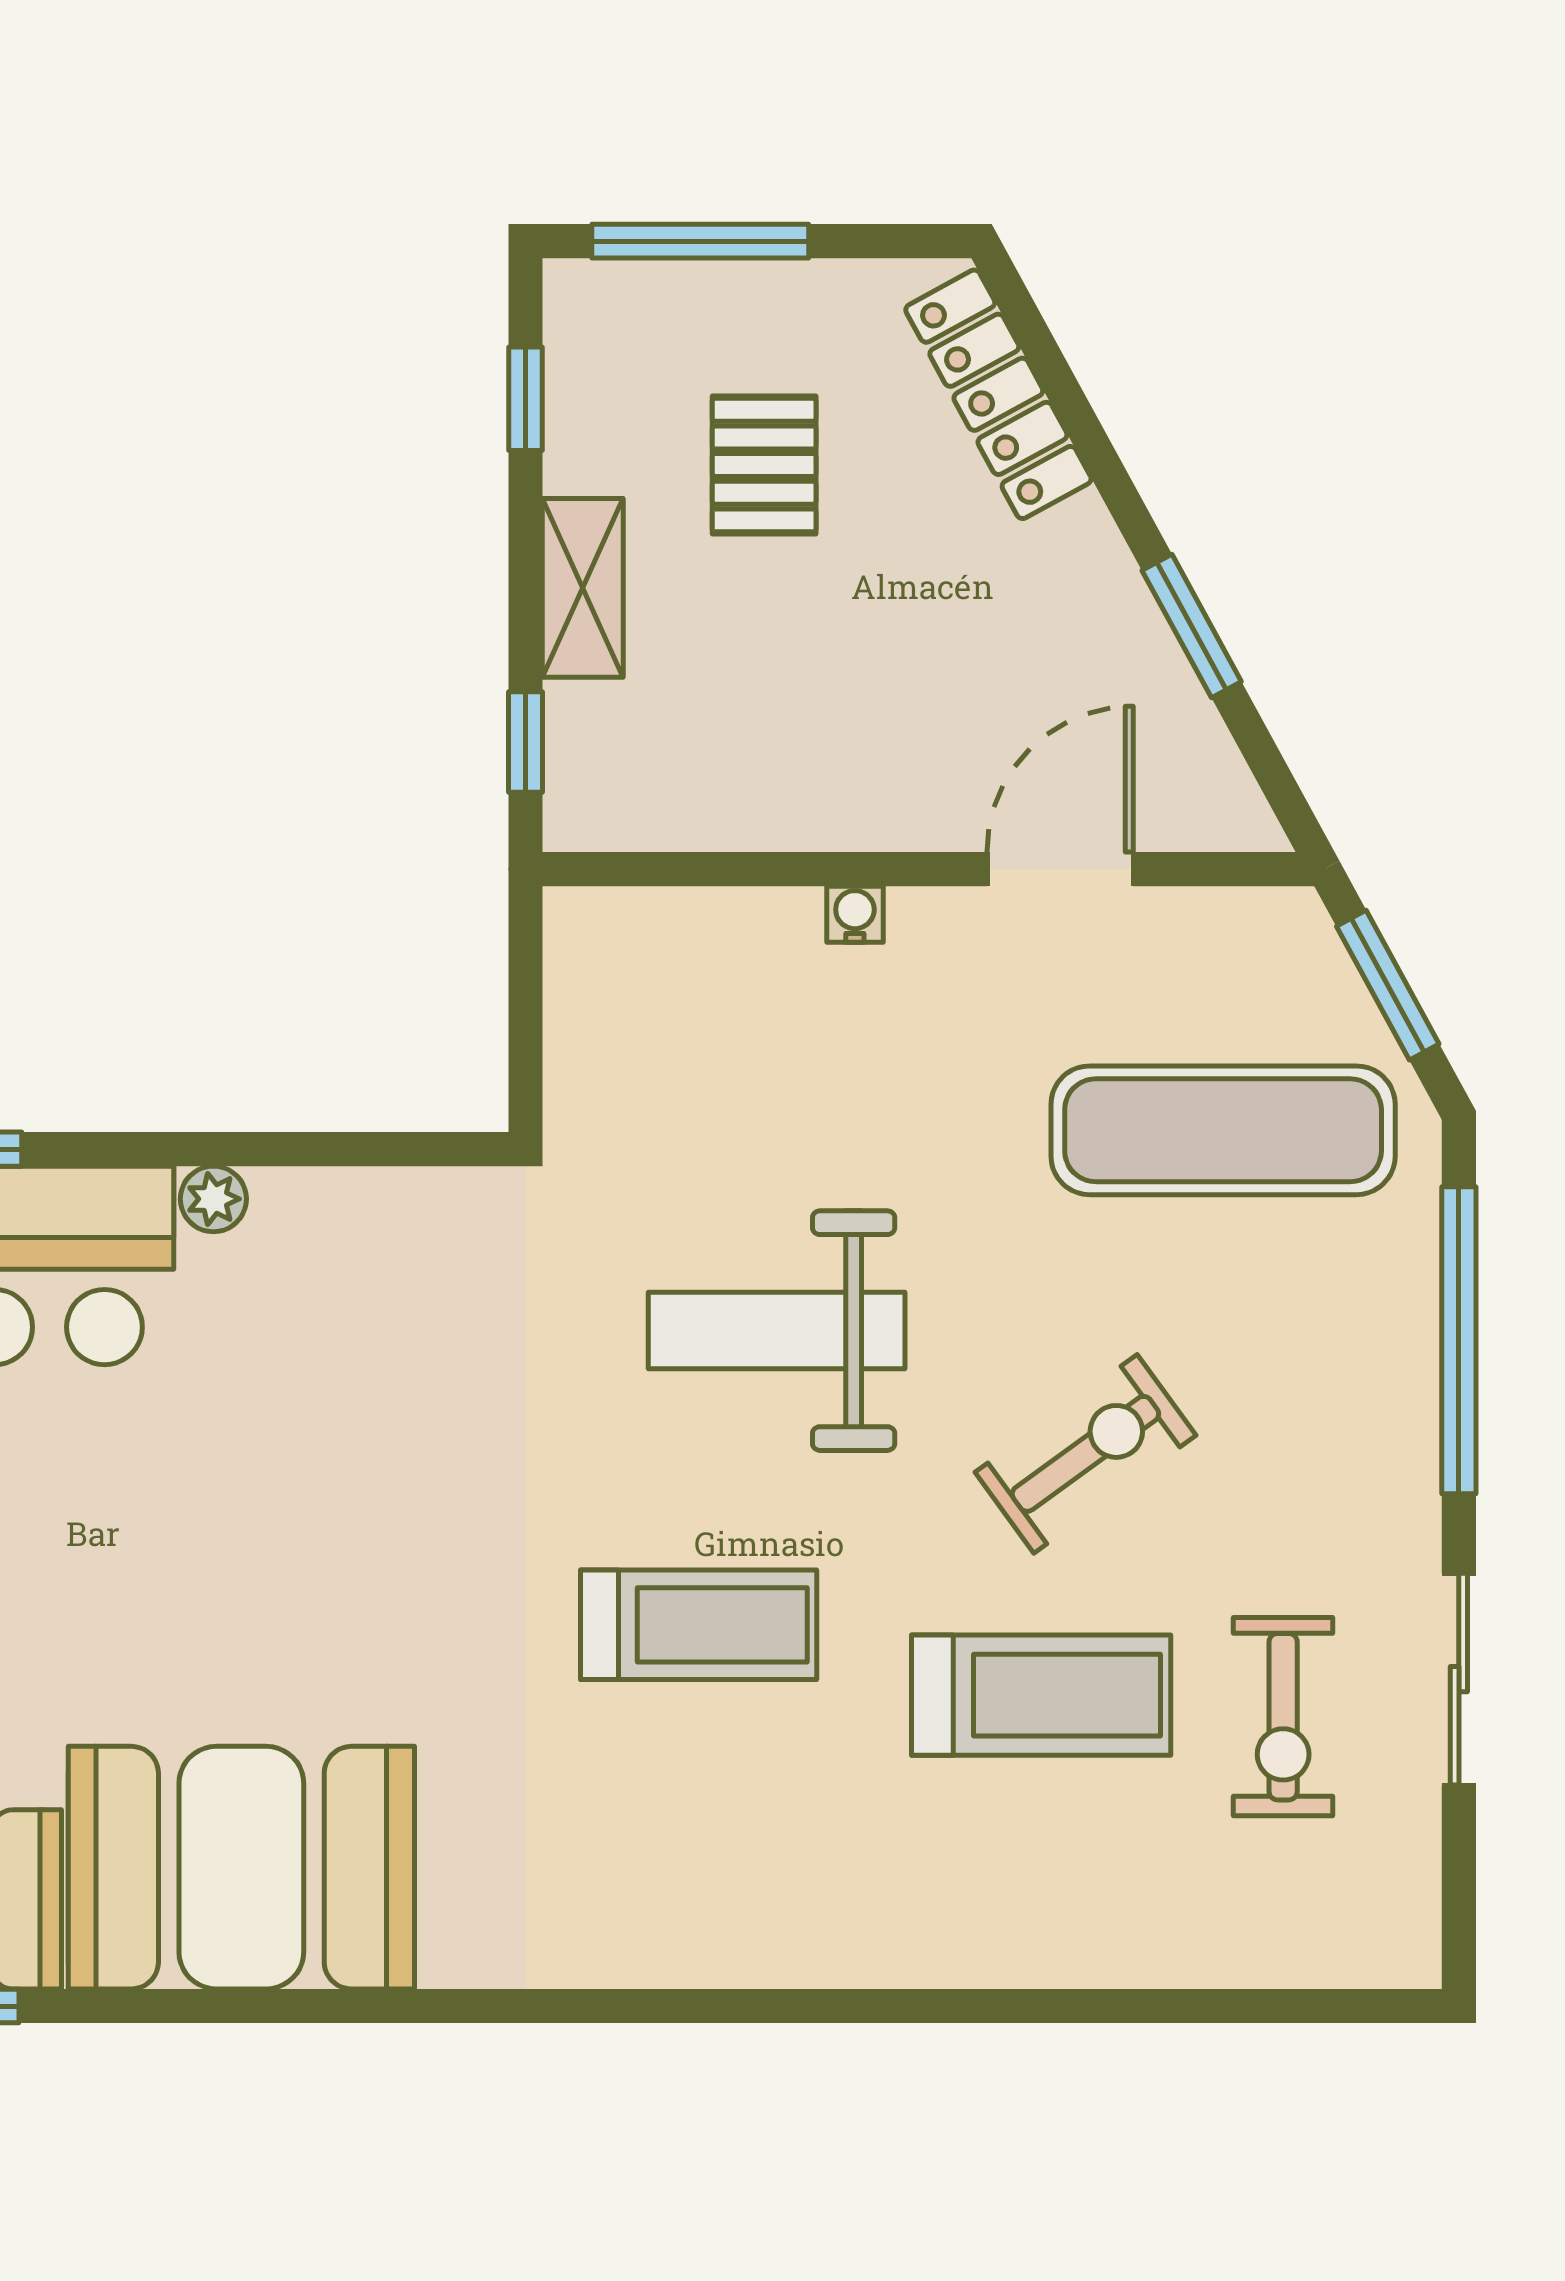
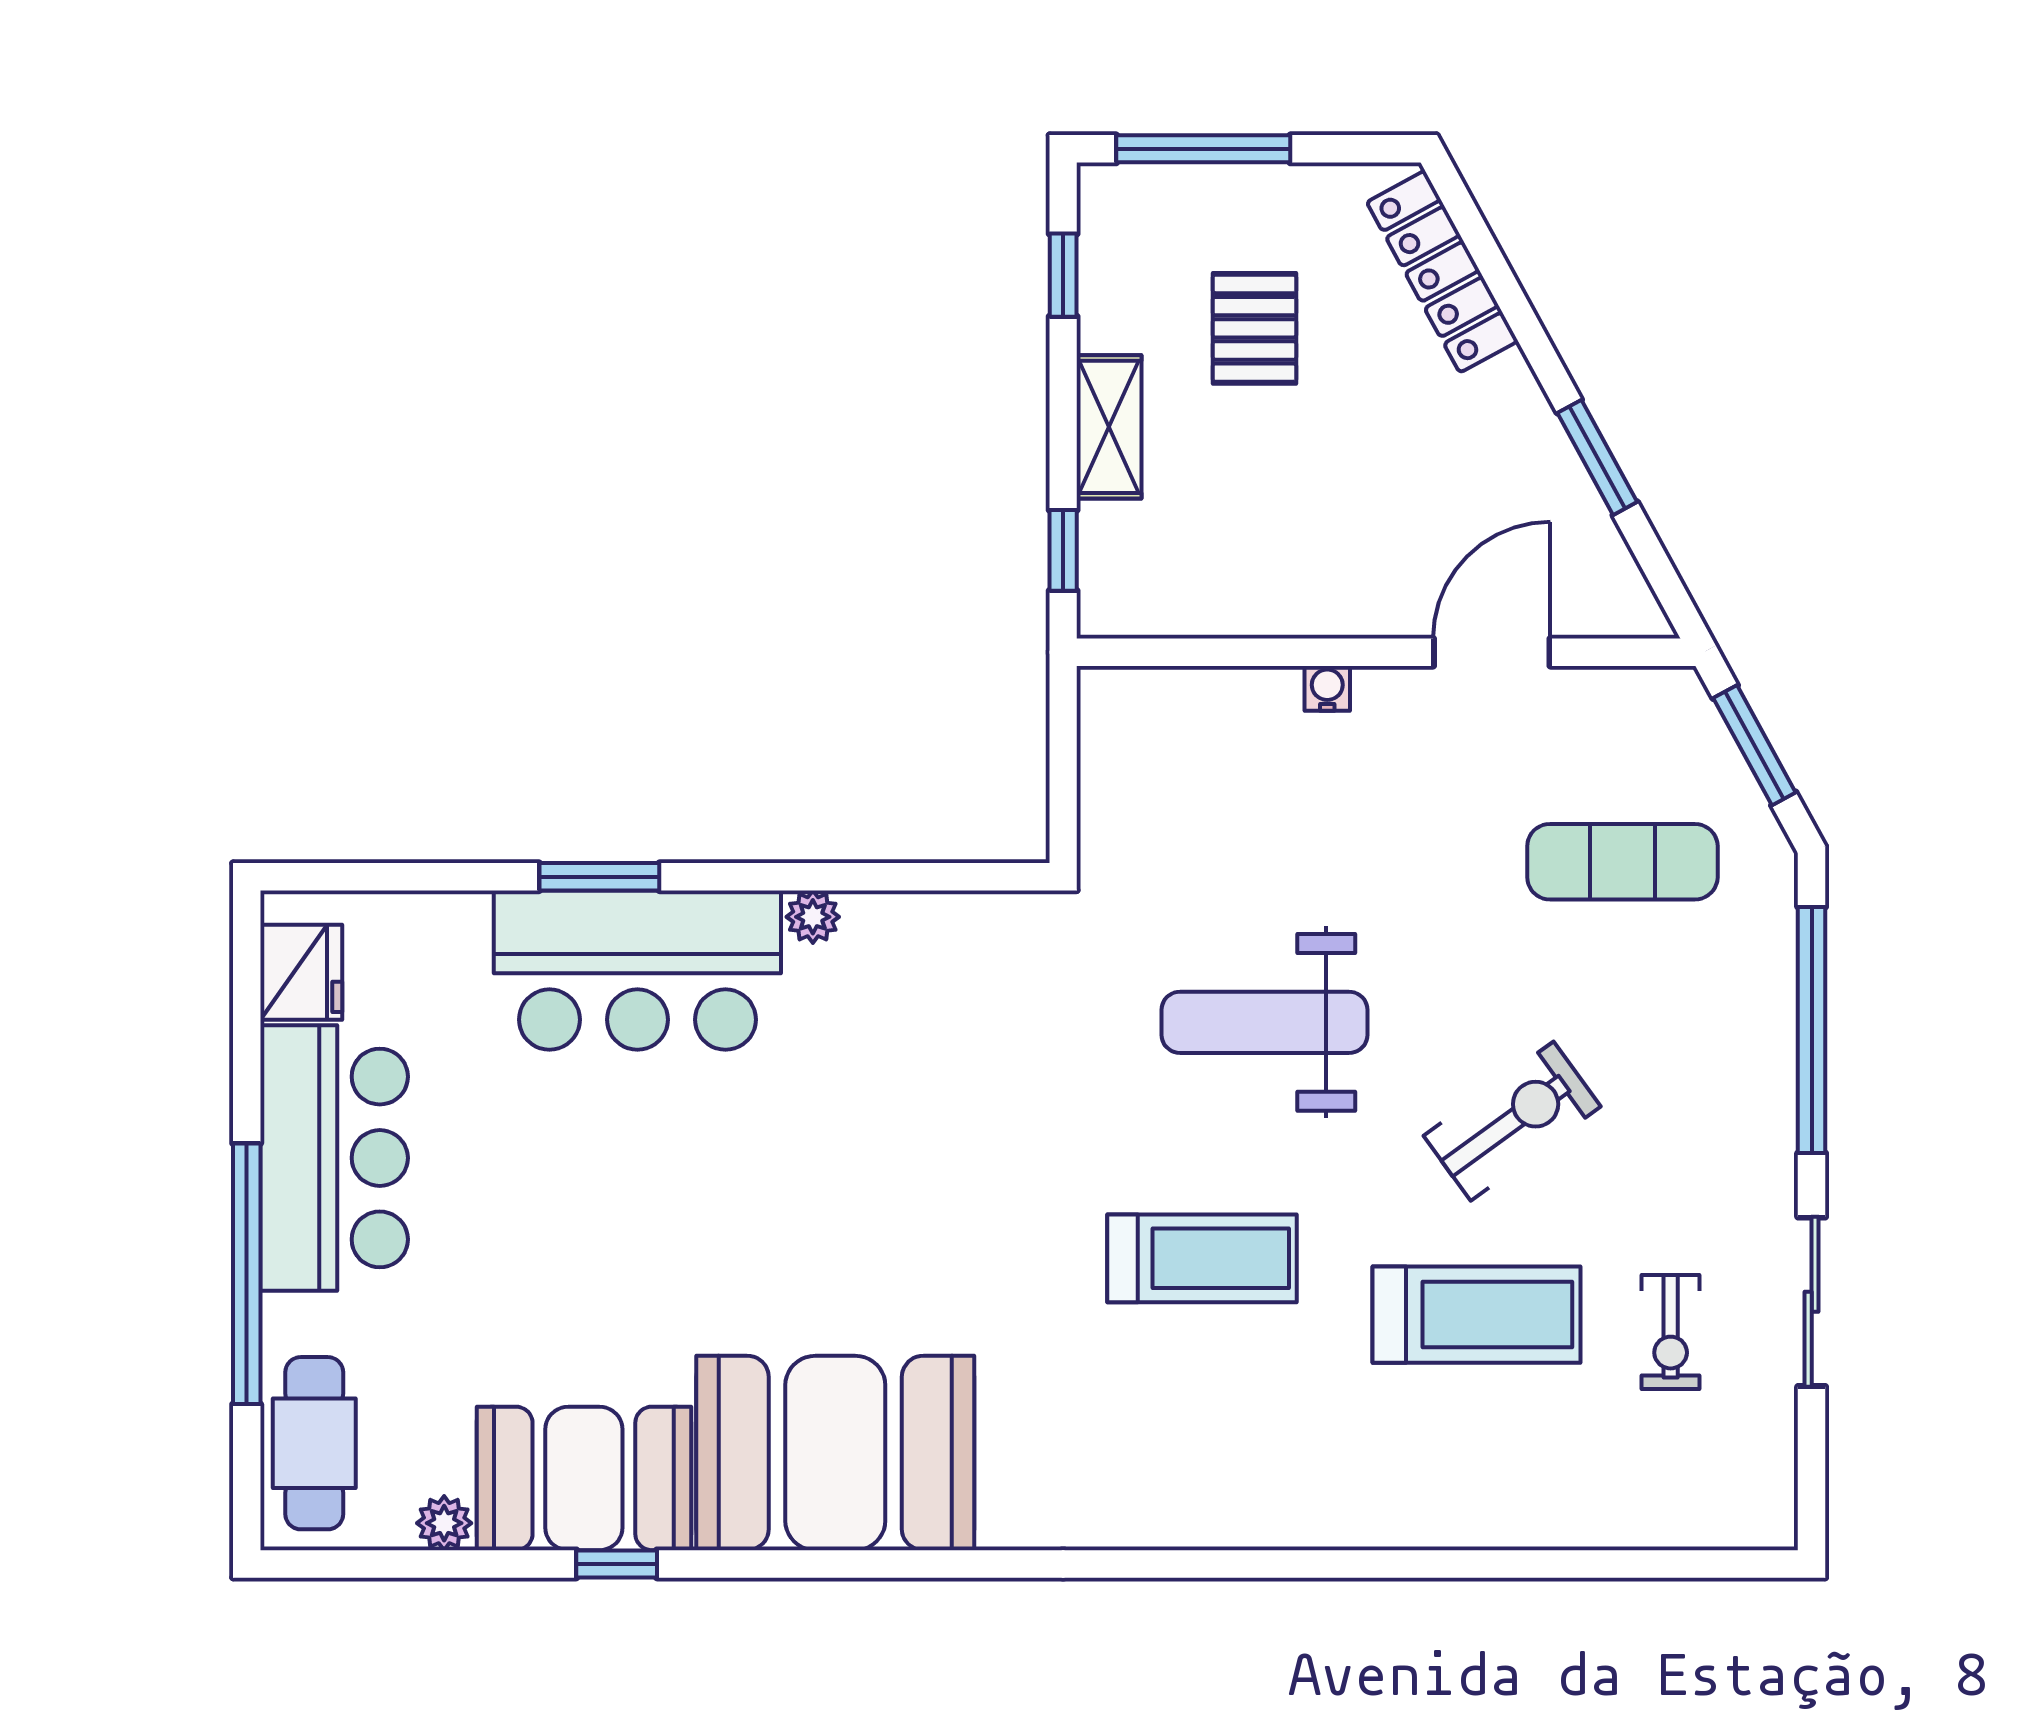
exercise mat: (1223, 1130) -> (1622, 862), width x0.73, depth x0.69
exercise bike: (1283, 1717) -> (1671, 1332), width x0.73, depth x0.72

